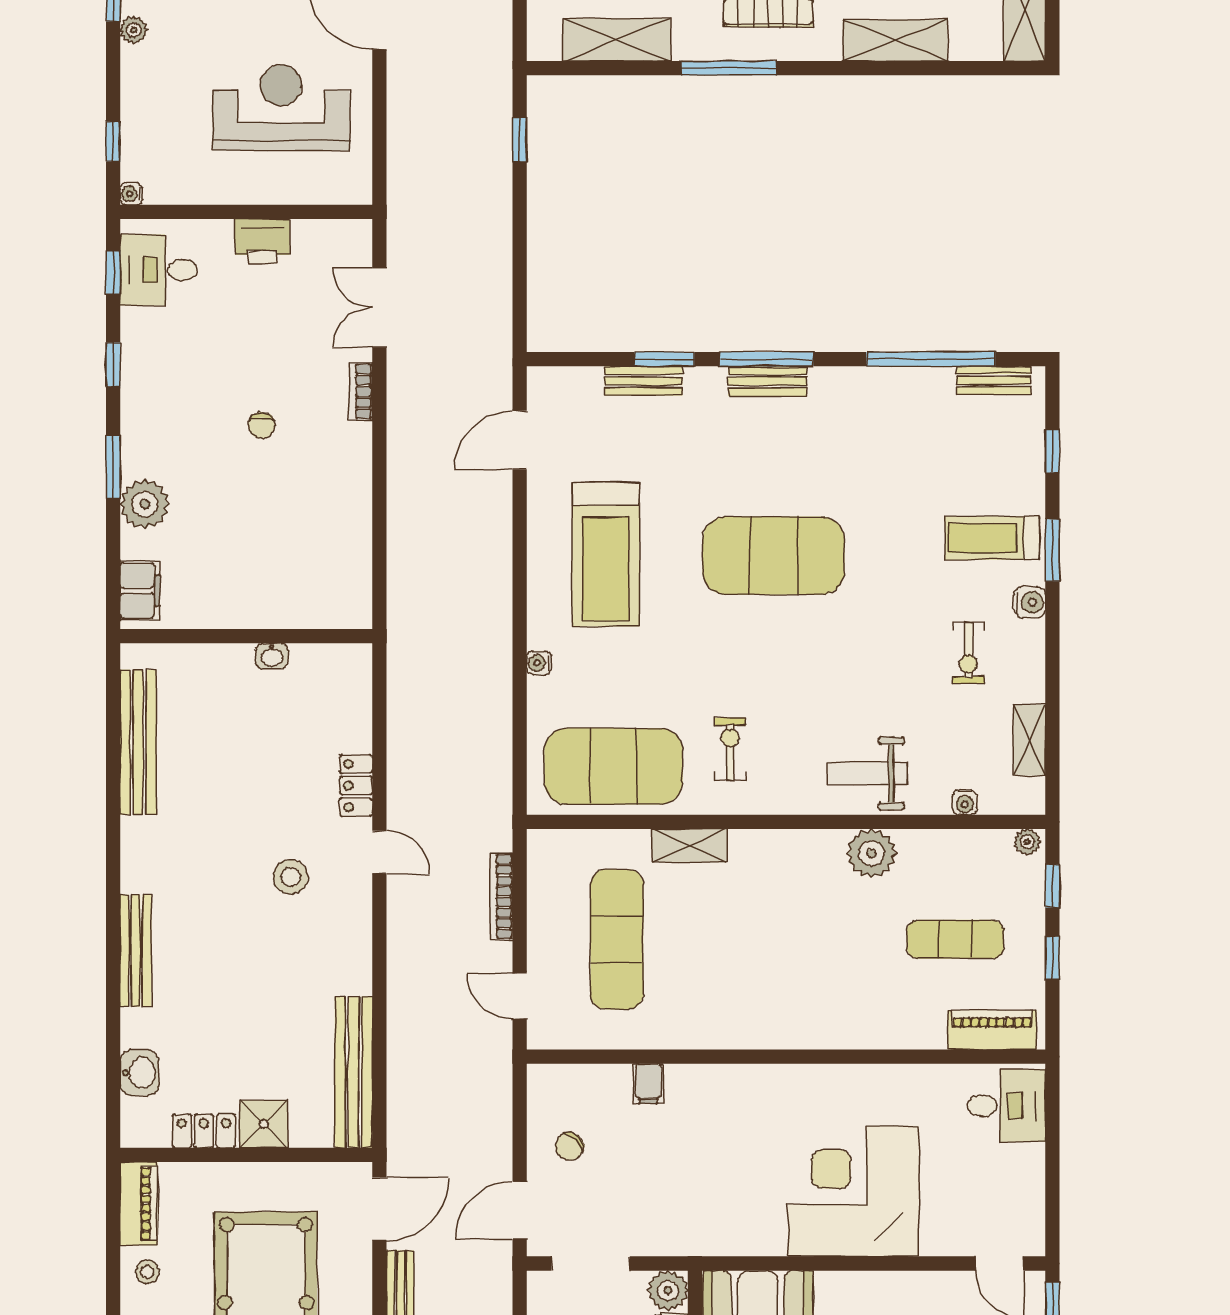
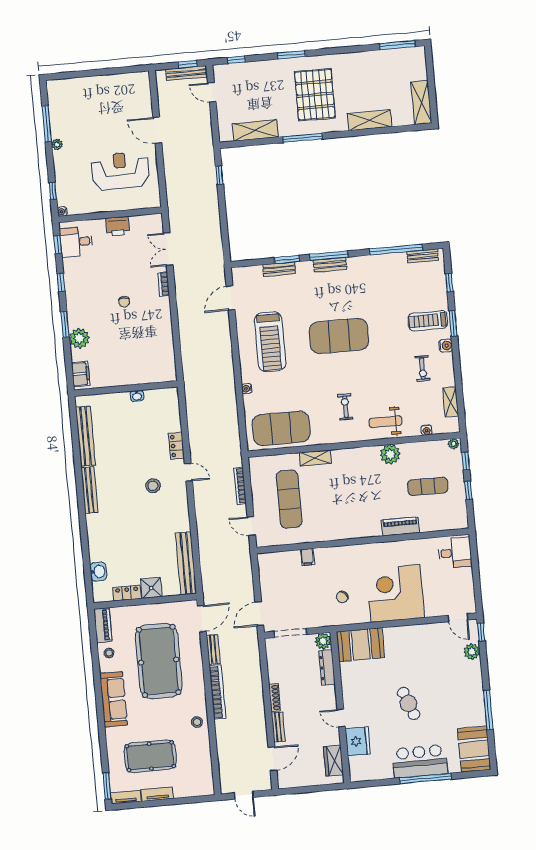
exercise bike: (730, 749) -> (345, 407), moved
bench: (136, 951) -> (89, 490), moved
piano: (992, 1030) -> (400, 526), moved
chair: (569, 1146) -> (342, 597), moved

